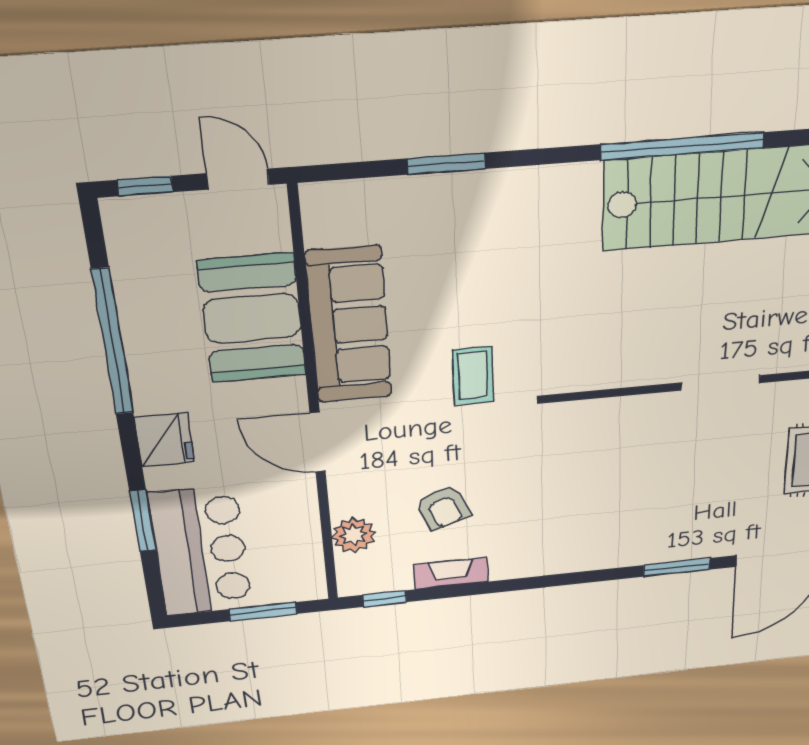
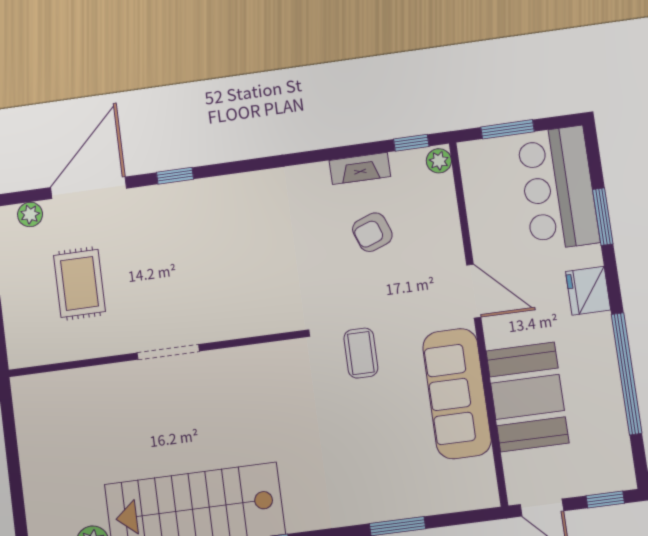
armchair: (443, 508) -> (372, 232), turned -90
plant: (354, 535) -> (439, 161), moved, width x0.73, depth x0.73
window: (677, 567) -> (175, 176), width x0.67

